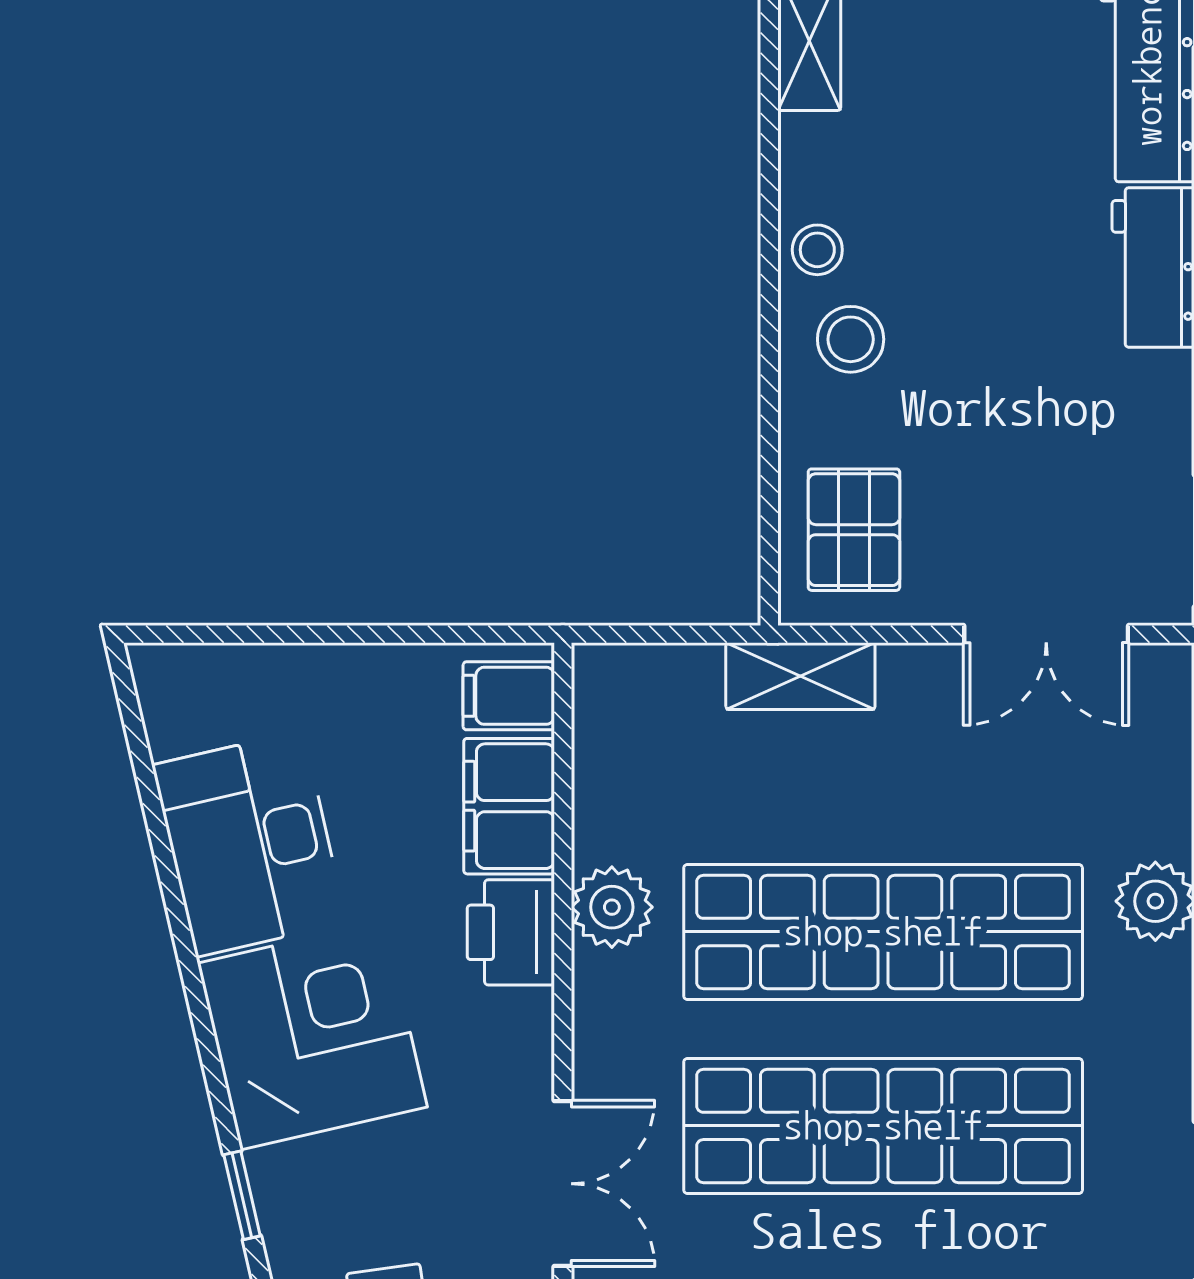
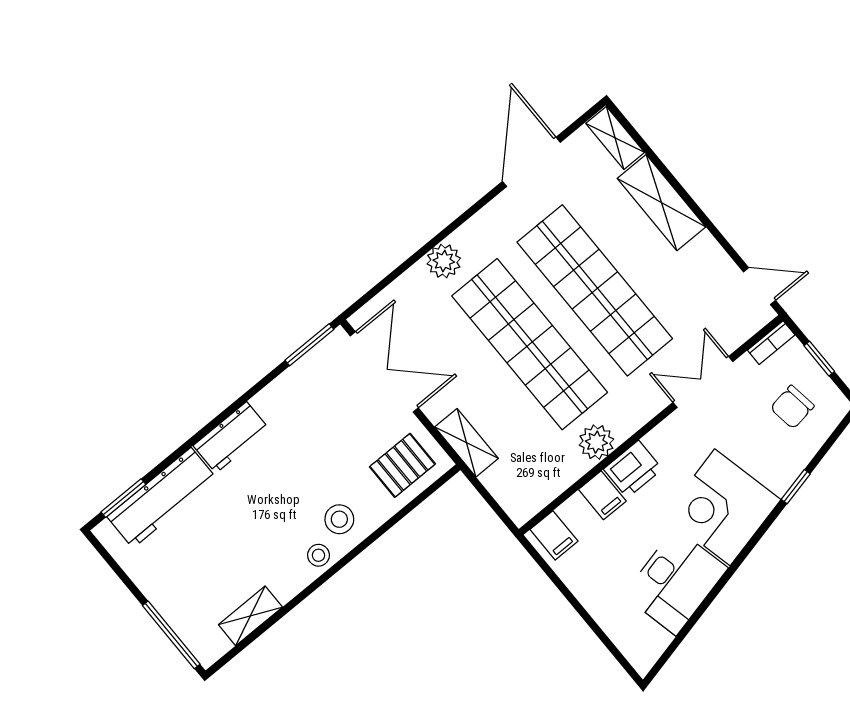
double door: (1046, 634) -> (384, 372), width x1.37
filing cabinet: (509, 806) -> (602, 495), width x0.50

